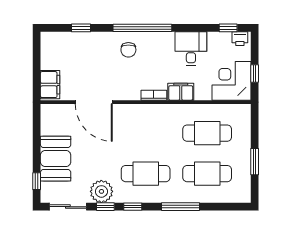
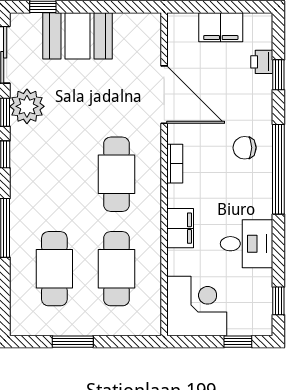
printer: (240, 39) -> (262, 62), moved
window: (255, 74) -> (238, 342), moved
filing cabinet: (50, 85) -> (221, 27), moved
bookcase: (154, 95) -> (175, 164), moved
door: (94, 102) -> (164, 95), swing flipped
cafe table: (146, 174) -> (117, 174), moved

